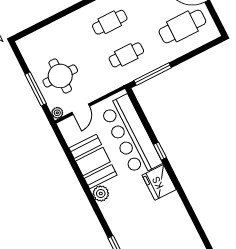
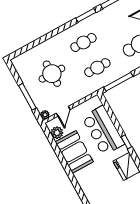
round table: (60, 76) -> (52, 74), moved
bar counter: (131, 135) -> (103, 130), width x0.73
plant: (101, 193) -> (57, 133), moved

